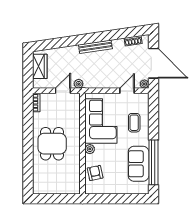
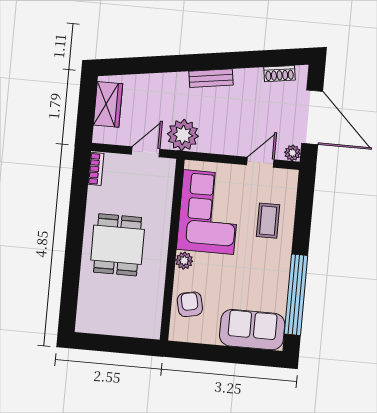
bench: (95, 47) -> (211, 78), width x0.73
plant: (79, 84) -> (183, 135), width x1.88, depth x1.88
sofa: (139, 164) -> (252, 330), moved, turned 90

